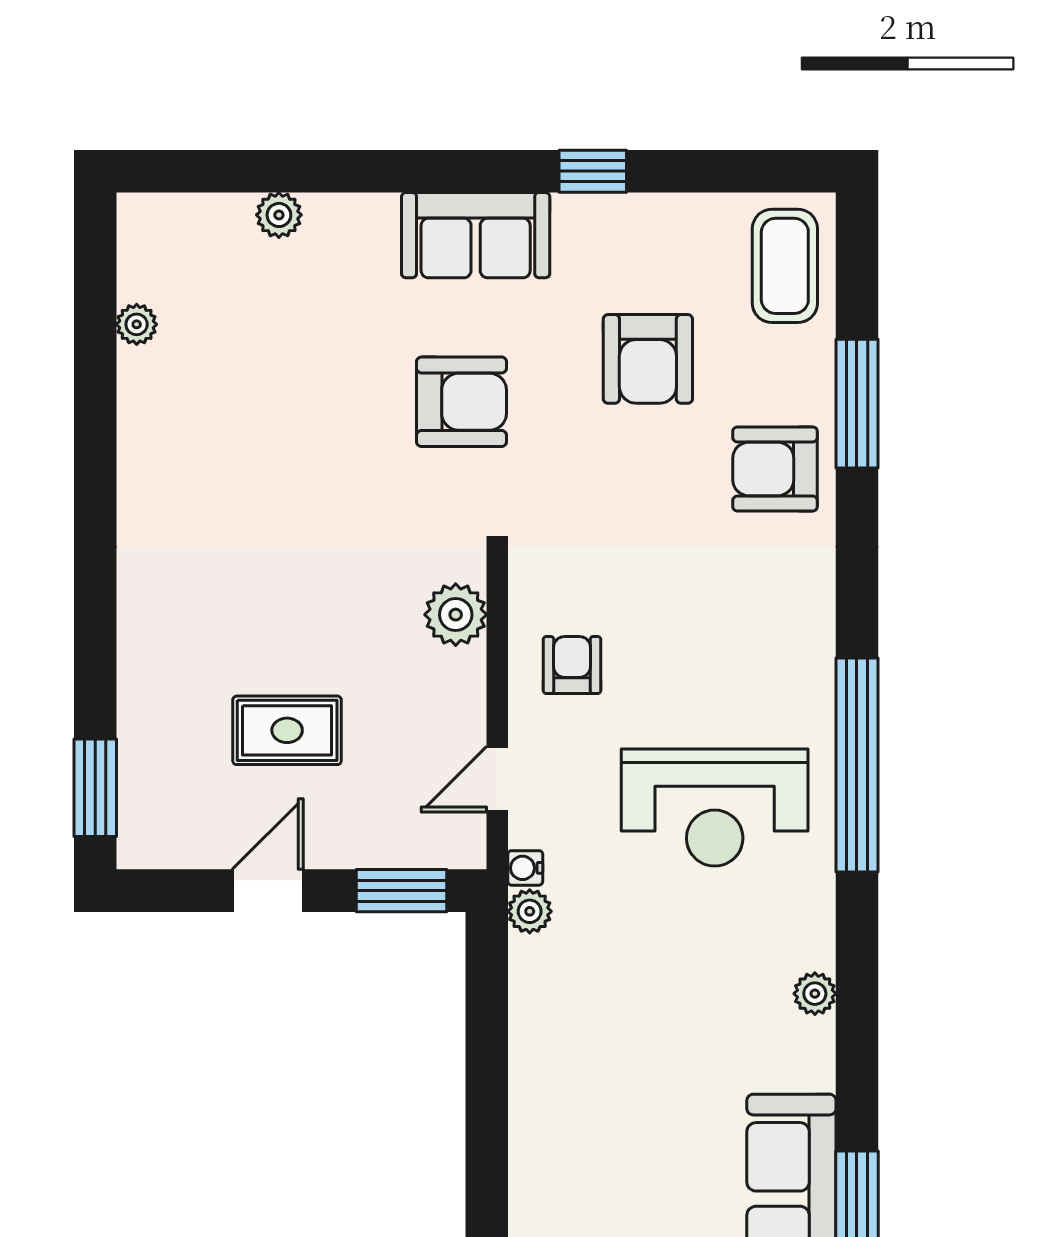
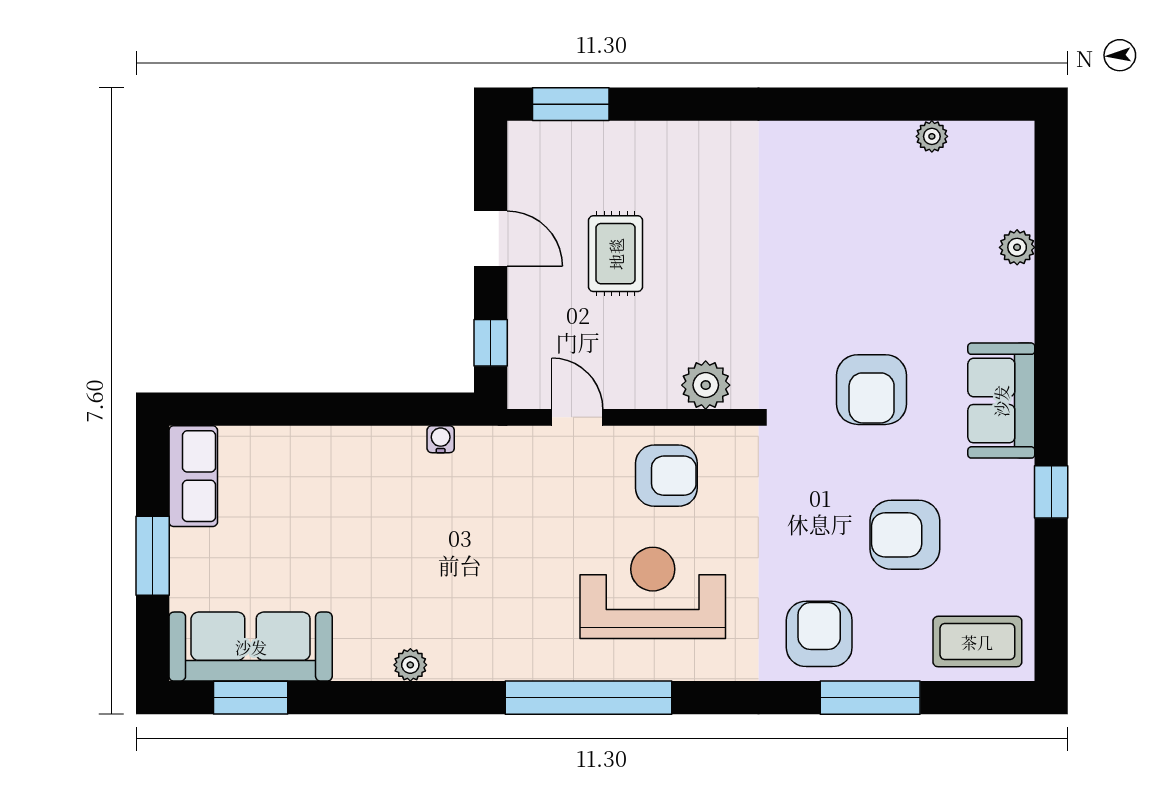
armchair: (572, 665) -> (666, 476), width x1.38, depth x1.38
reception desk: (715, 808) -> (653, 593), moved, turned 90
water cooler: (525, 868) -> (441, 439), moved
window: (401, 891) -> (491, 343), width x0.67
plant: (530, 911) -> (474, 443), removed

